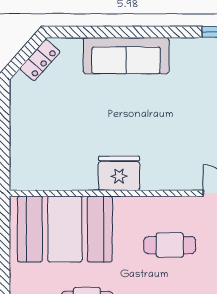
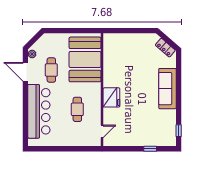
fridge: (119, 173) -> (111, 97), moved

